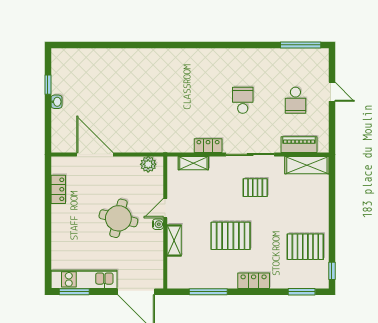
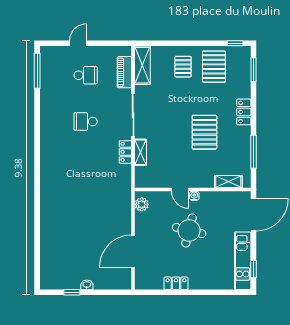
shelving: (193, 163) -> (141, 152), moved
pallet: (255, 188) -> (183, 67), moved
locker: (58, 189) -> (176, 283), moved
shelving: (174, 240) -> (228, 182), moved
window: (74, 292) -> (253, 269), width x0.67

